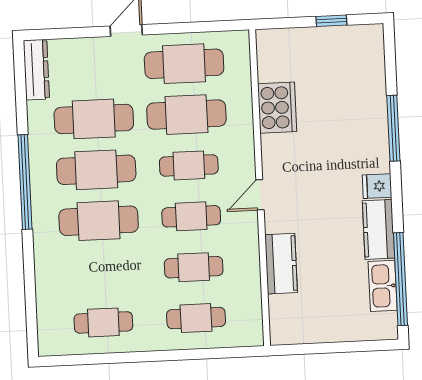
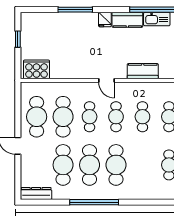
cooker: (277, 108) -> (36, 69), moved

